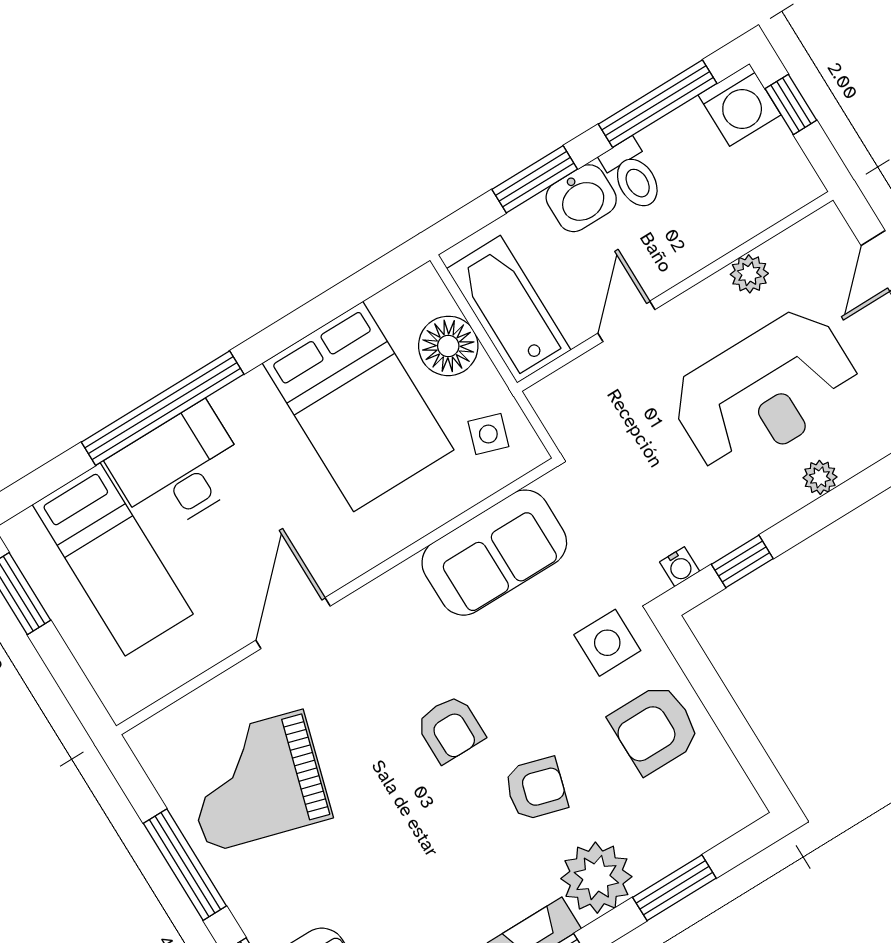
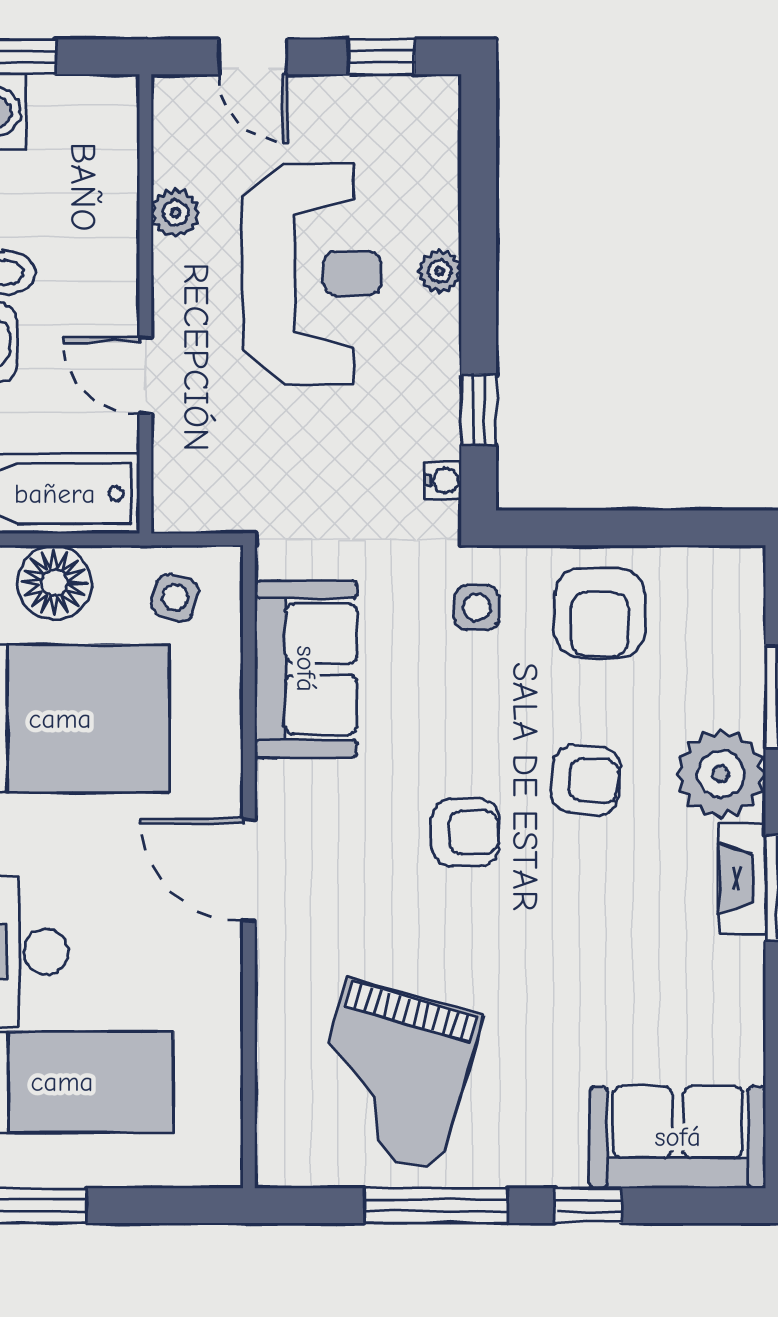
door: (293, 623) -> (249, 870), moved
side table: (607, 643) -> (477, 608), width x0.73, depth x0.73
armchair: (536, 789) -> (586, 780), turned 79

